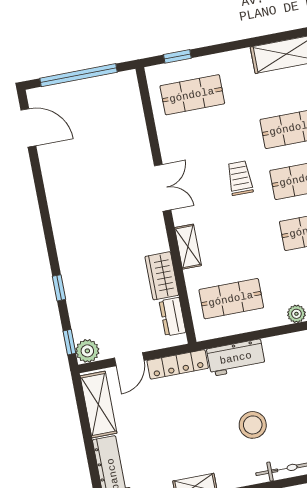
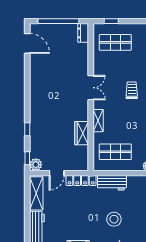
dresser: (172, 317) -> (83, 33), moved

